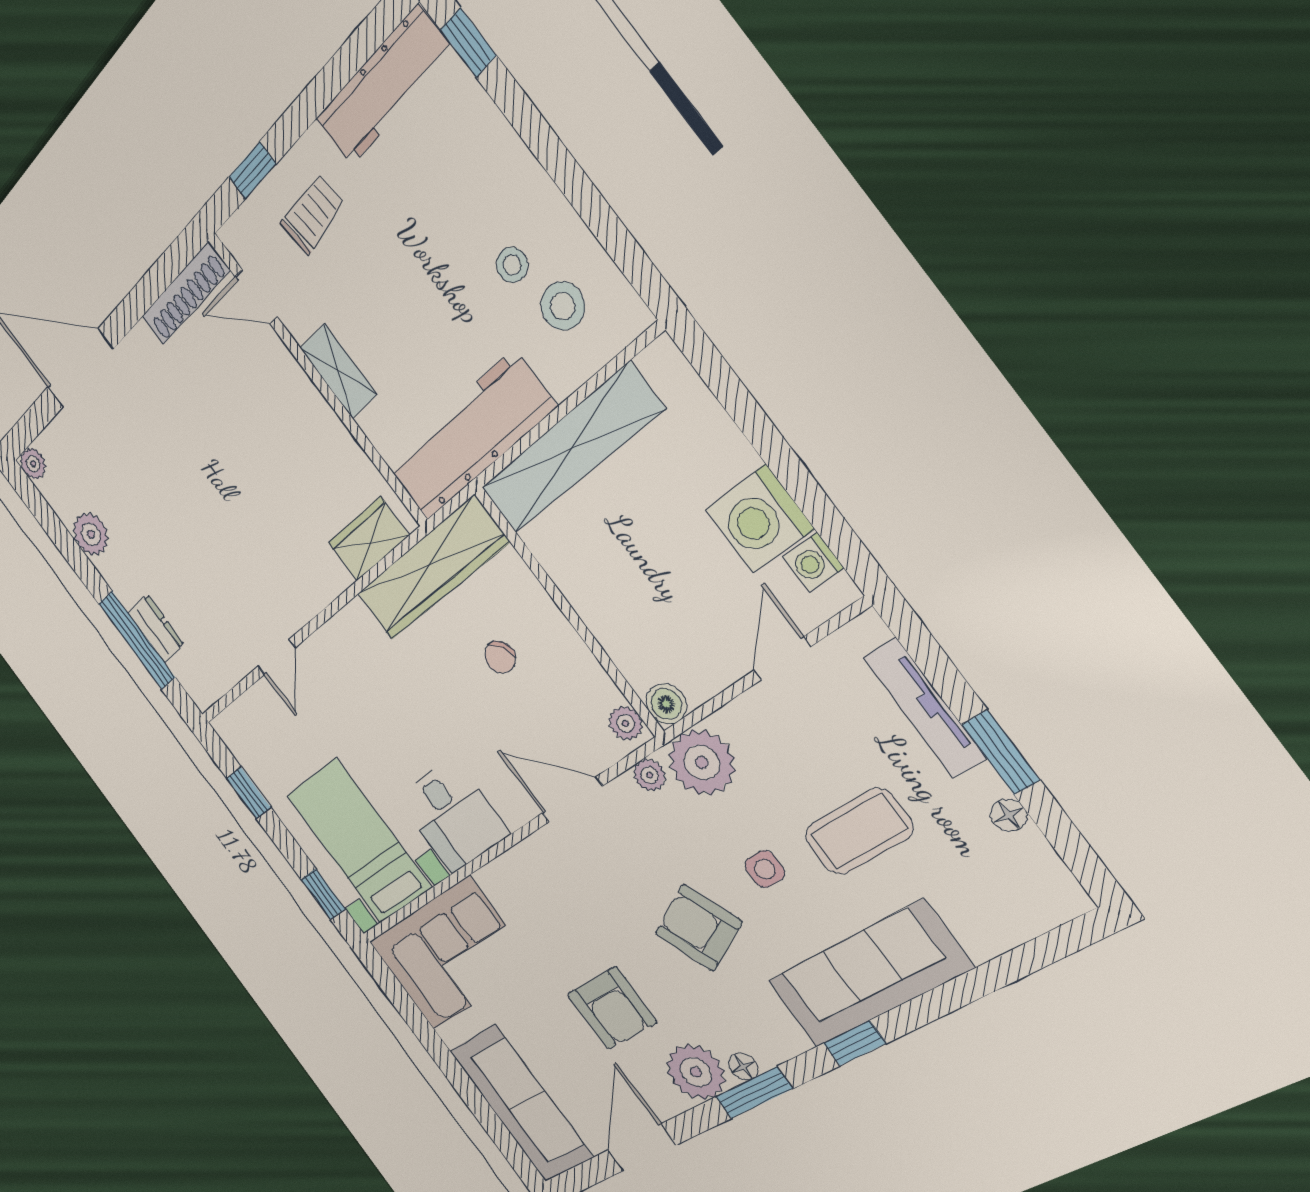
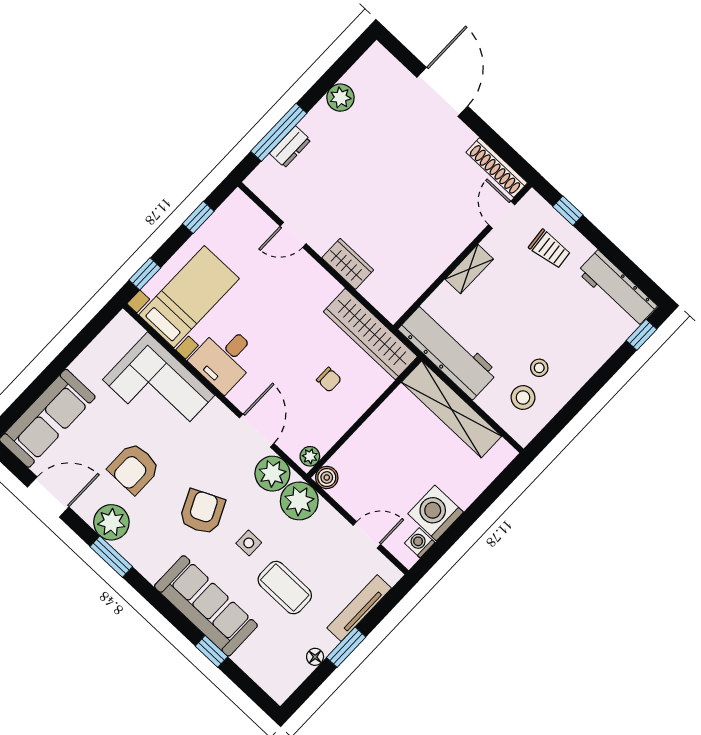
plant: (33, 464) -> (377, 54), removed
wardrobe: (368, 539) -> (348, 264), moved
chair: (500, 657) -> (329, 380), turned -148
plant: (650, 775) -> (272, 474), width x1.88, depth x1.88
corner sofa: (451, 954) -> (159, 387), moved
window: (855, 1043) -> (211, 651), moved
floor lamp: (743, 1067) -> (125, 548), removed

